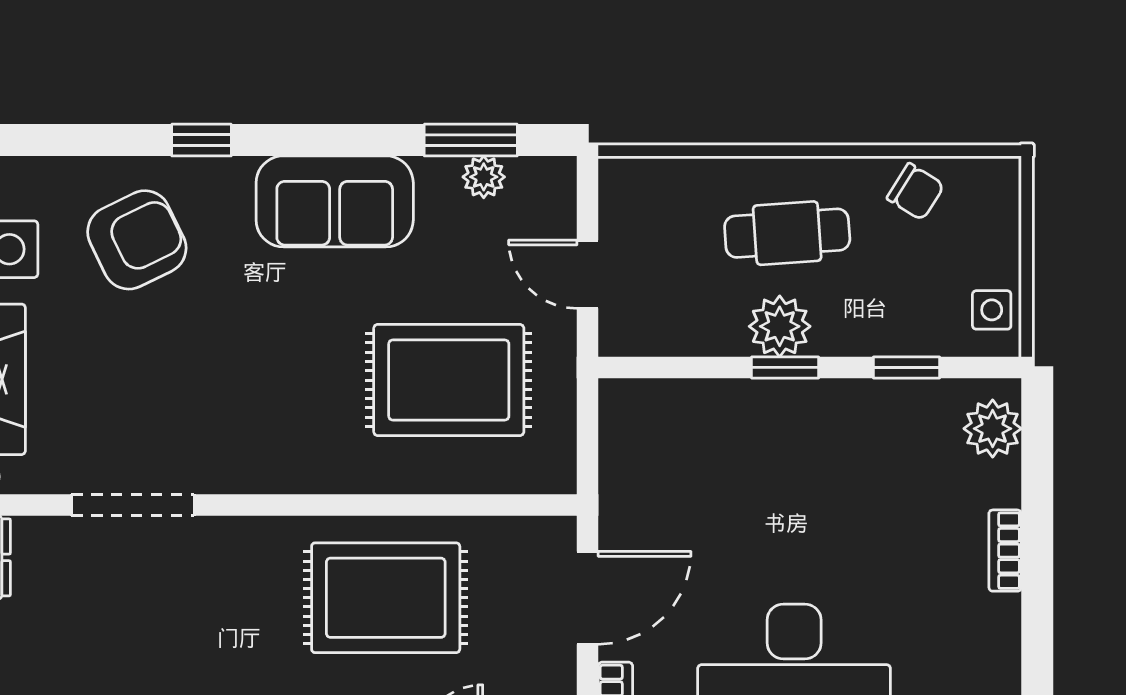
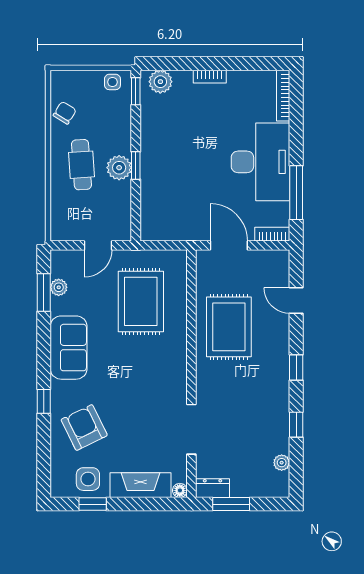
window: (906, 367) -> (136, 91), moved

